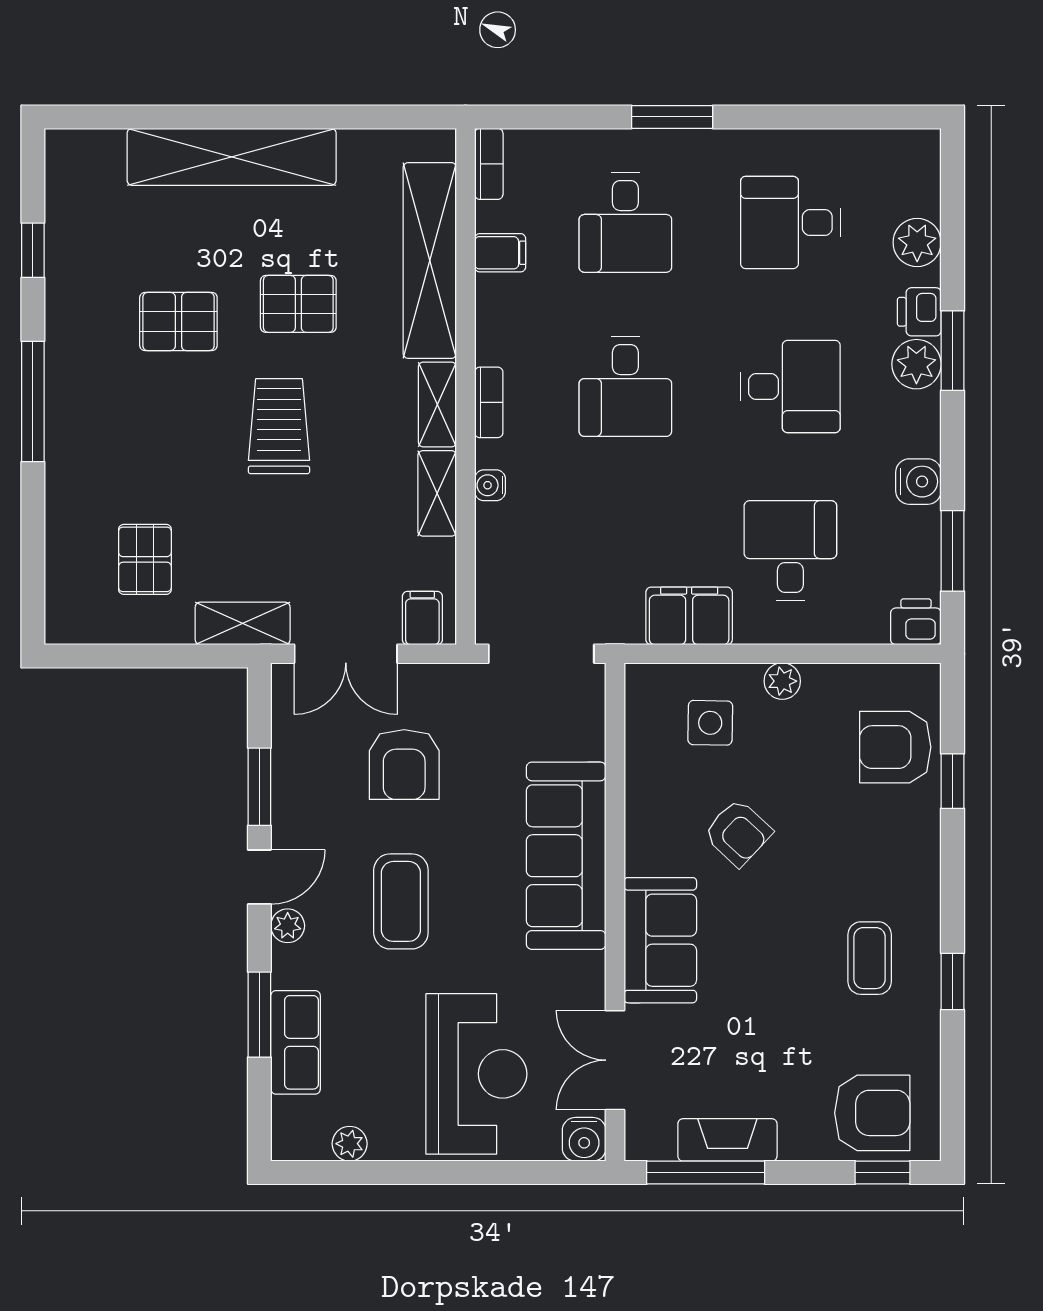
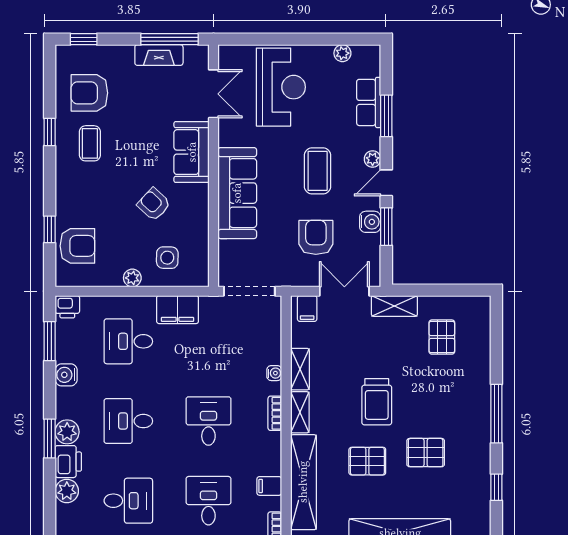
printer: (919, 312) -> (68, 462), width x1.36, depth x1.24
desk: (790, 551) -> (128, 341), turned 90
reception desk: (476, 1074) -> (281, 87), turned 180
armchair: (872, 1113) -> (89, 93), moved
water cooler: (584, 1139) -> (370, 222), moved, turned 90

